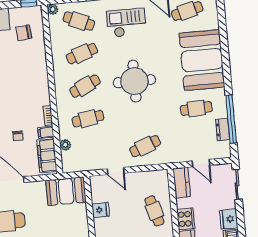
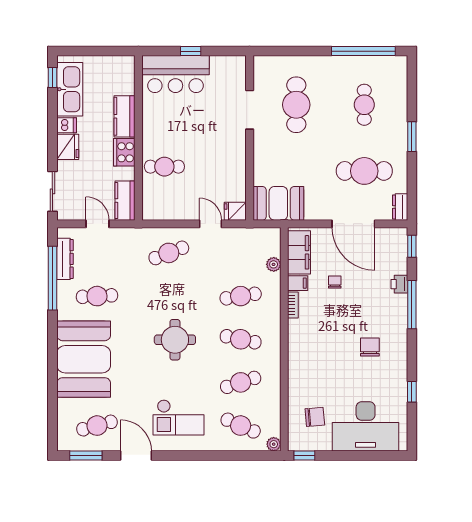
round table: (134, 81) -> (175, 340), width x0.73, depth x0.73
cafe table: (85, 86) -> (241, 339), turned 36
dresser: (223, 130) -> (65, 259), width x1.44
fridge: (101, 210) -> (235, 211), moved
cafe table: (154, 211) -> (164, 167), turned -74

